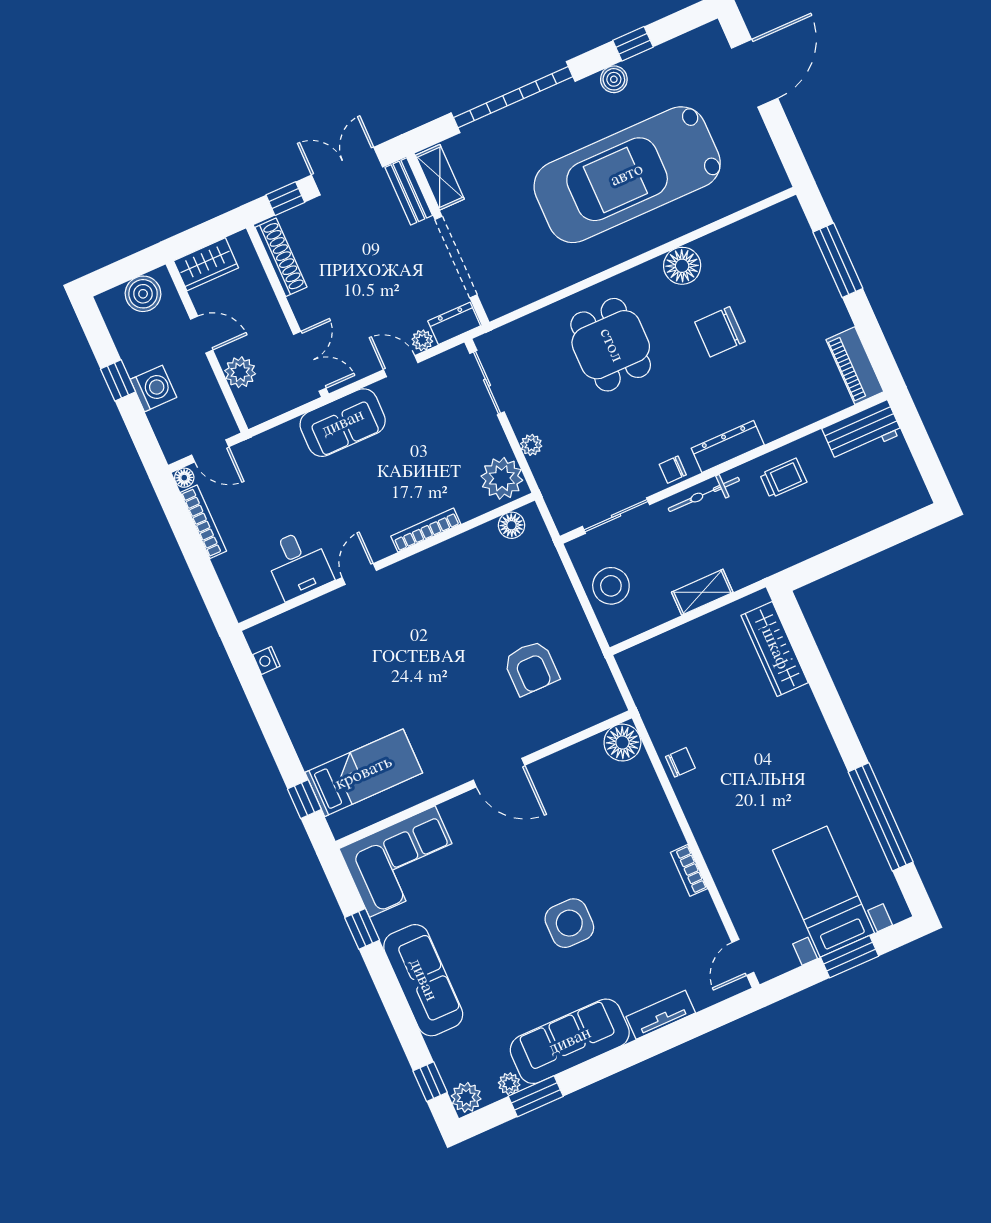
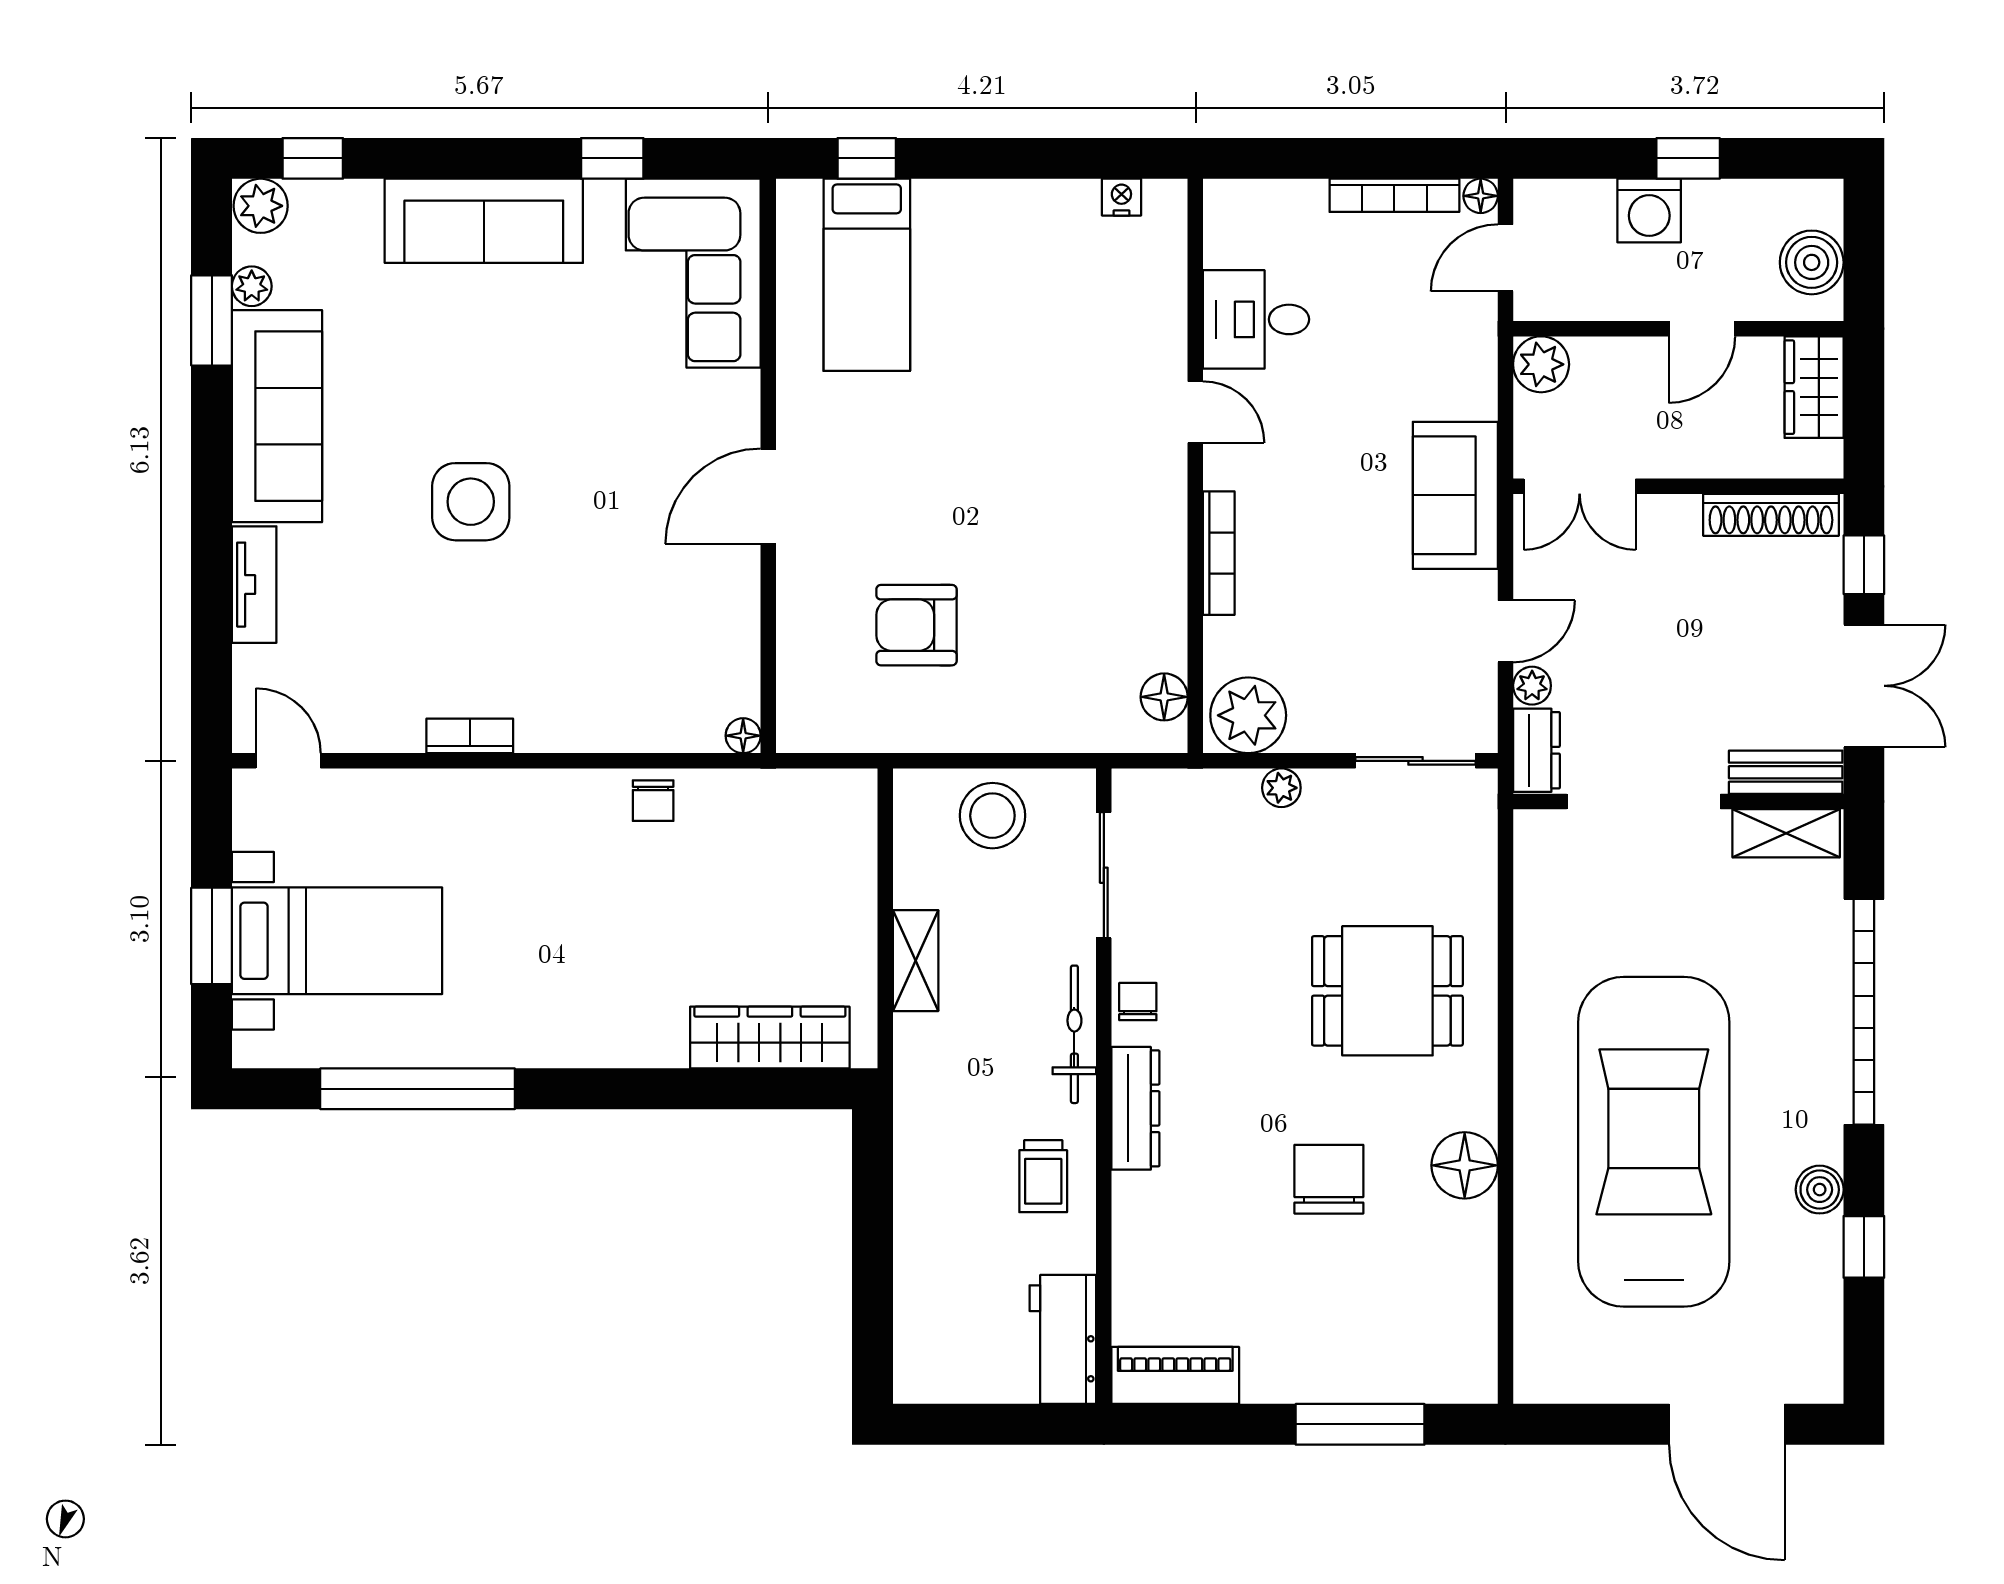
plant: (240, 372) -> (1541, 364), moved
floor lamp: (622, 743) -> (743, 736), width x0.53, depth x0.53

